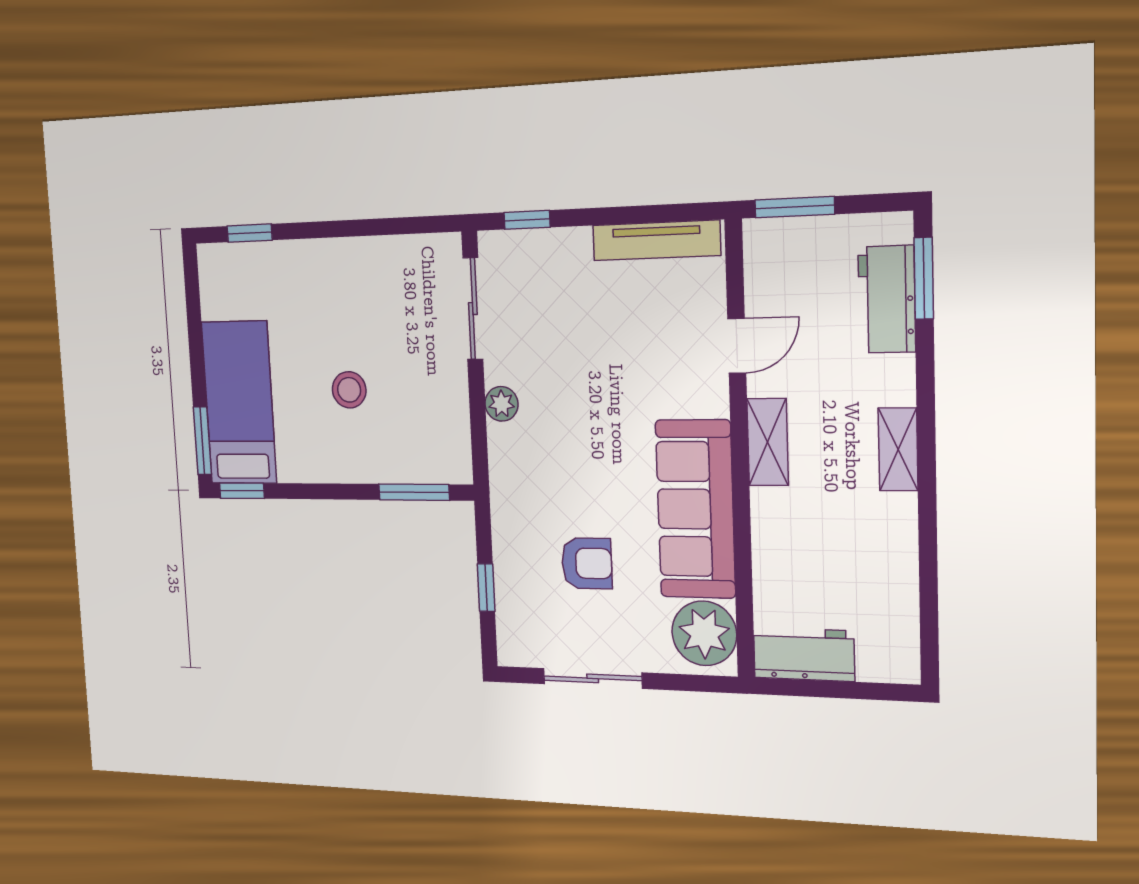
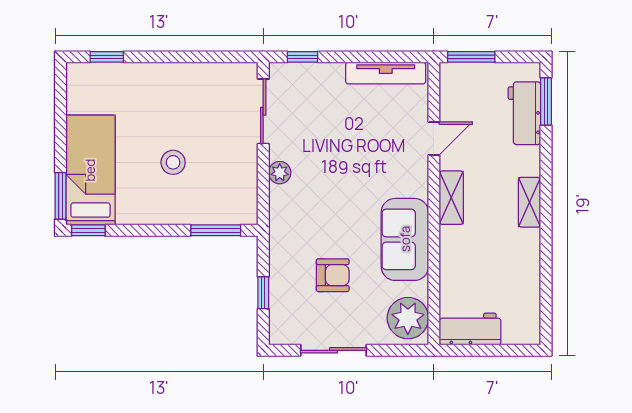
sofa: (695, 509) -> (405, 239), width x0.73

